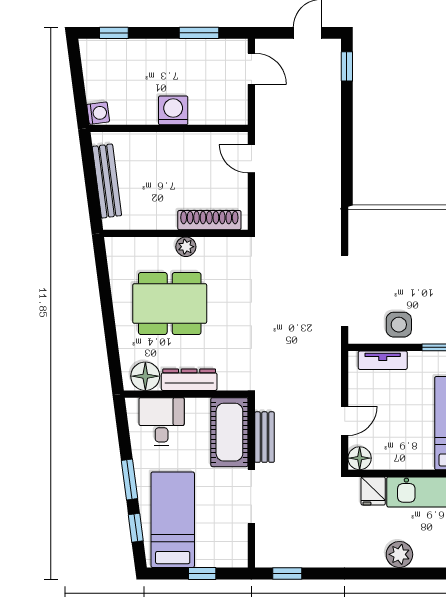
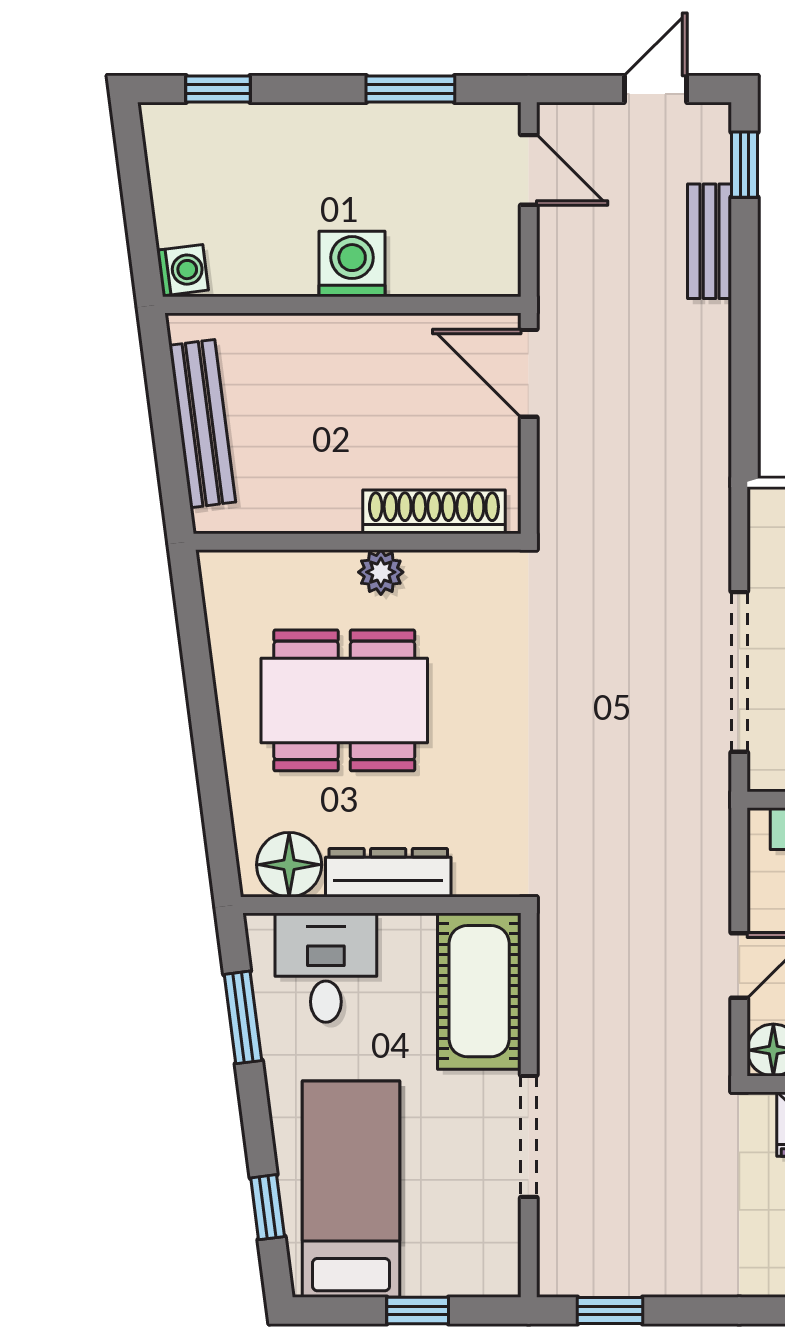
door: (251, 159) -> (529, 373), width x1.38
bench: (265, 437) -> (709, 241), moved
window: (129, 480) -> (243, 1017), moved

